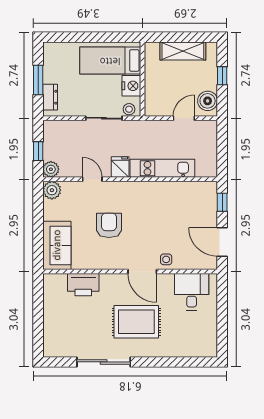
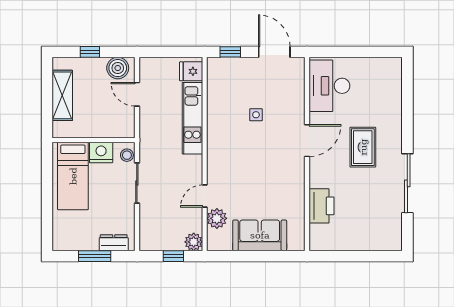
fridge: (120, 167) -> (191, 71), moved
plant: (52, 190) -> (217, 218), moved
armchair: (109, 225) -> (256, 177), removed
door: (222, 242) -> (274, 52), swing flipped
sofa: (57, 245) -> (260, 235), moved
side table: (166, 259) -> (256, 115), moved
desk: (192, 292) -> (329, 86), width x1.37
rug: (136, 322) -> (363, 147), width x0.73, depth x0.70

